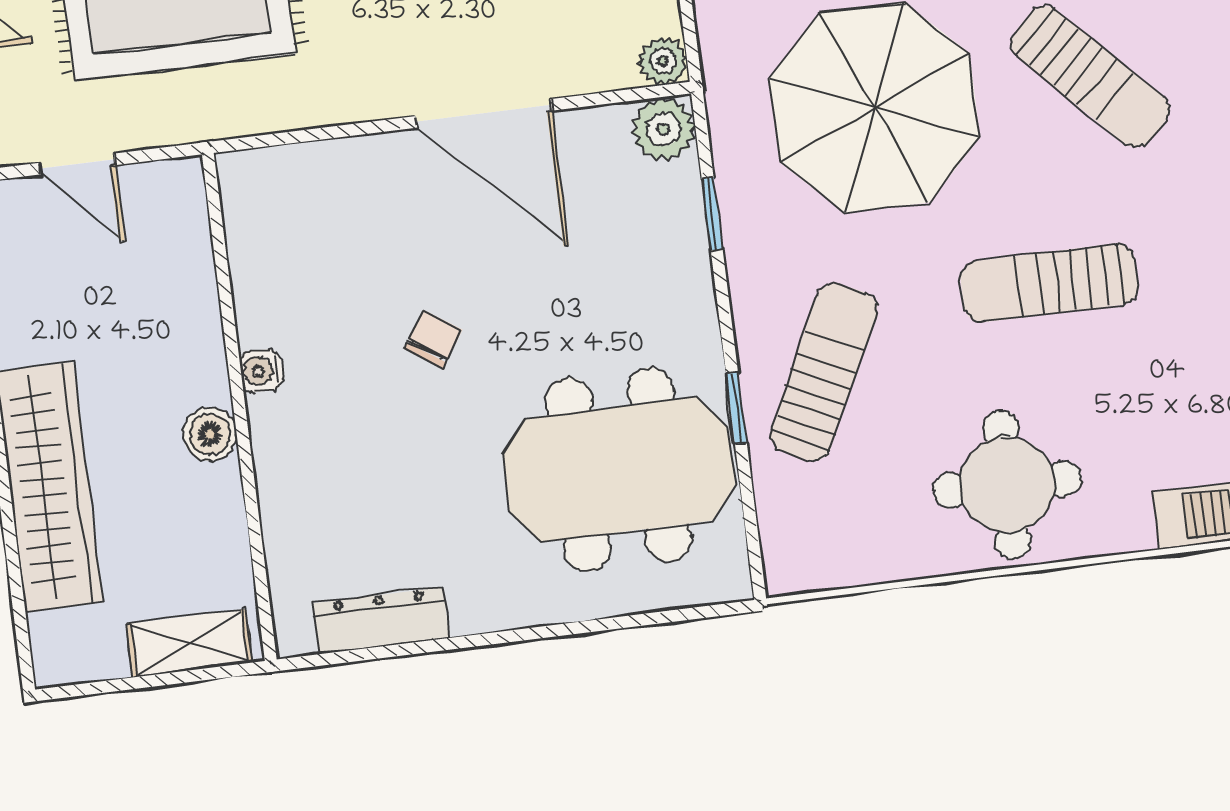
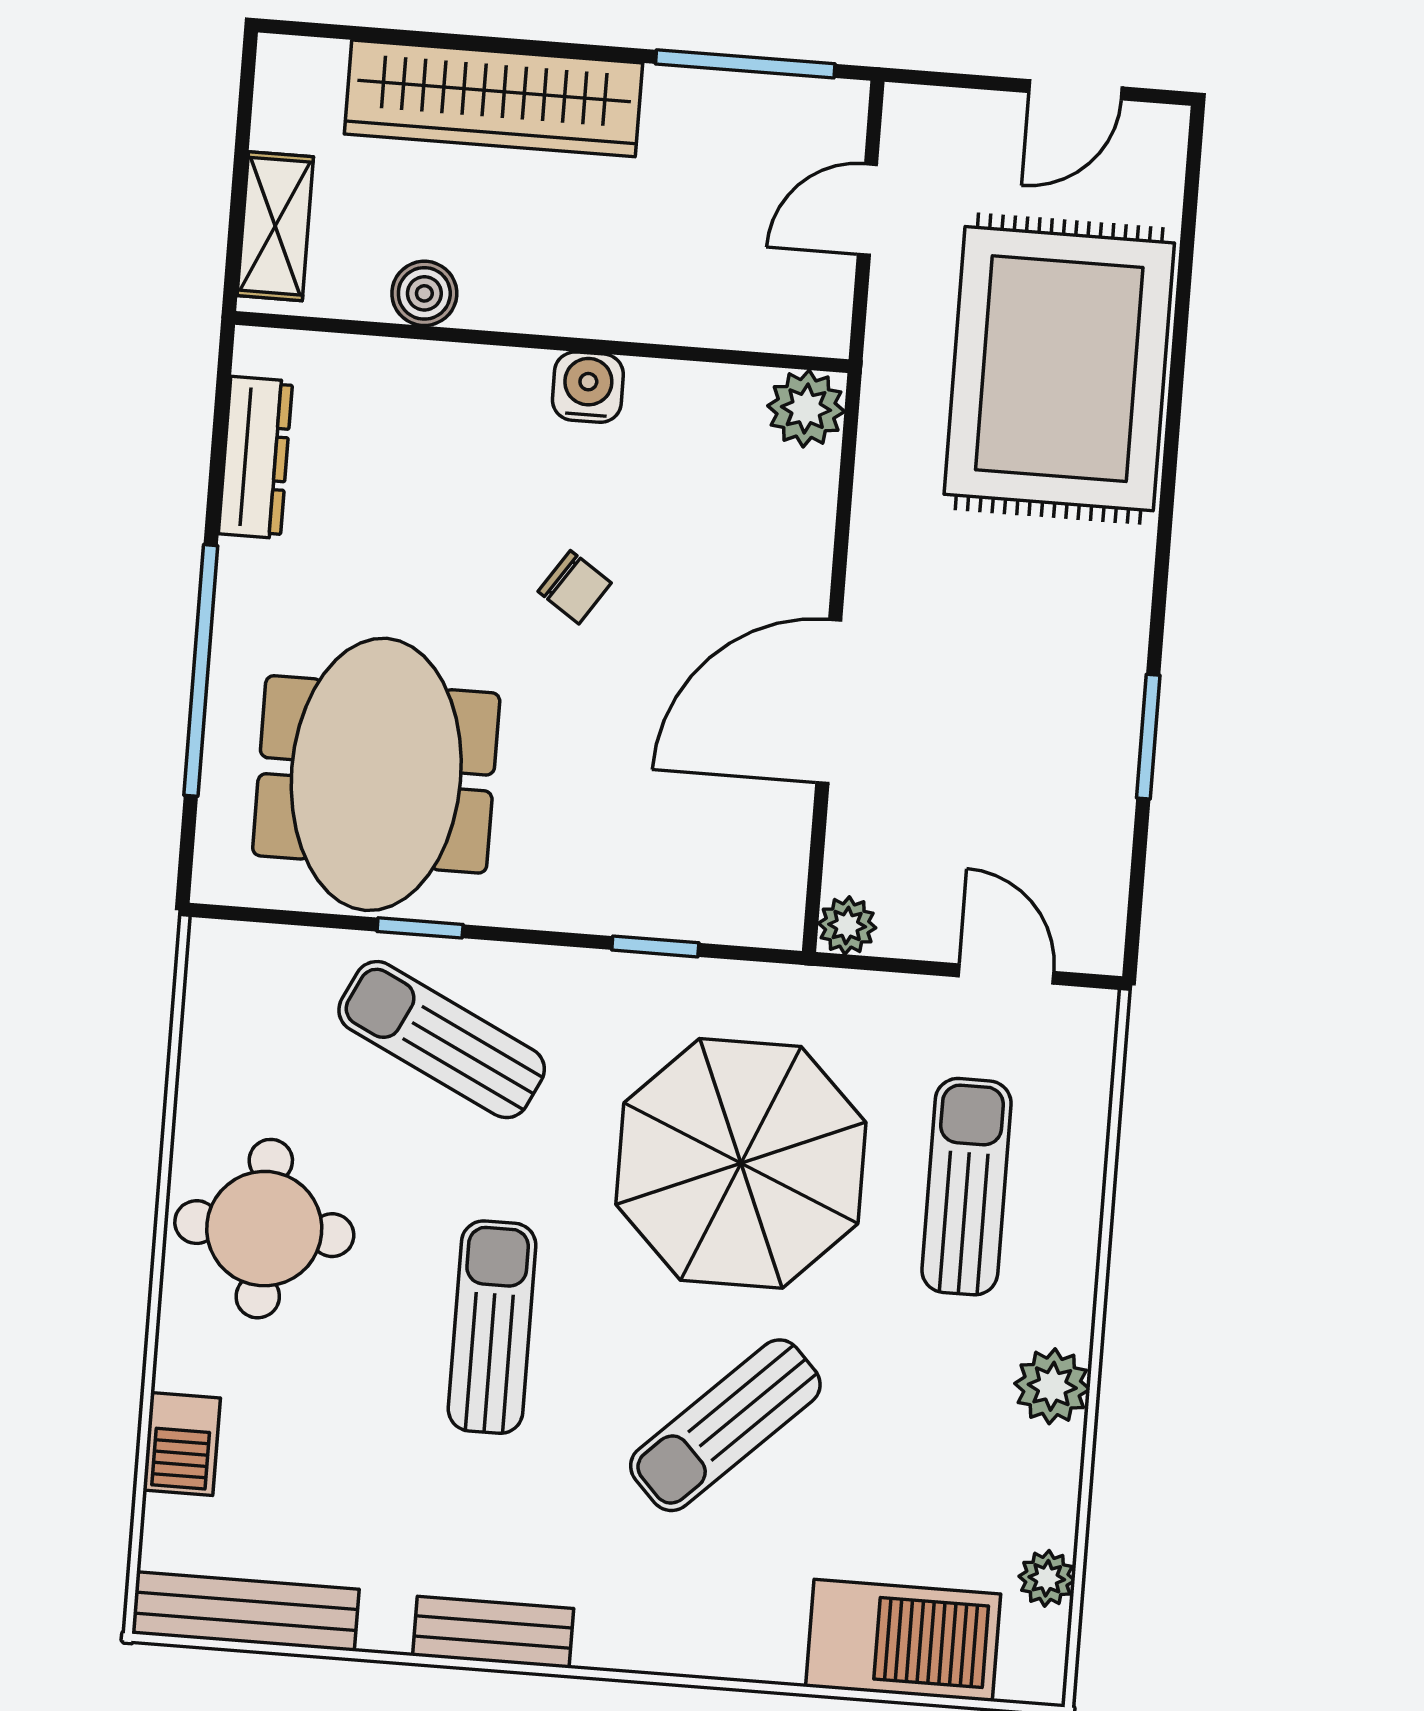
plant: (664, 129) -> (806, 409), moved
water cooler: (261, 371) -> (588, 387), width x1.38, depth x1.38
sun lounger: (824, 372) -> (442, 1040), turned 180
boiler: (210, 434) -> (424, 293), moved
window: (563, 630) -> (201, 670), added

